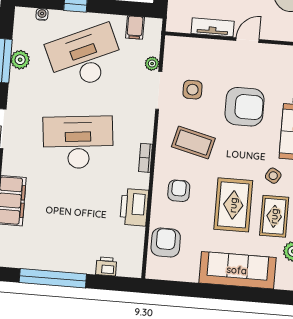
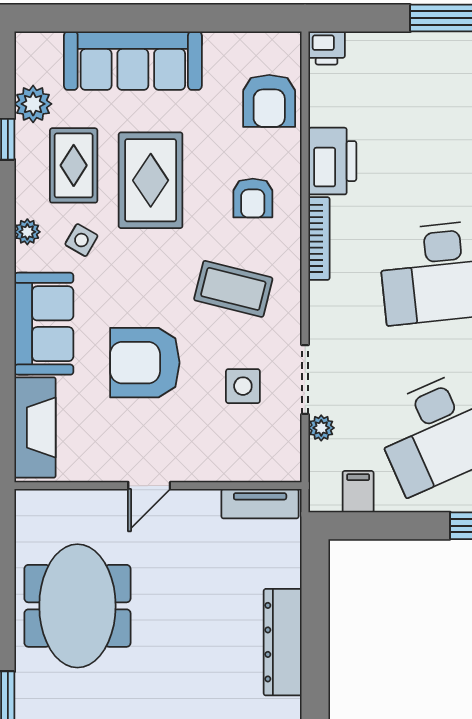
tv unit: (213, 27) -> (260, 504), moved
bookcase: (146, 158) -> (319, 239), width x1.56
printer: (106, 266) -> (327, 48), moved

